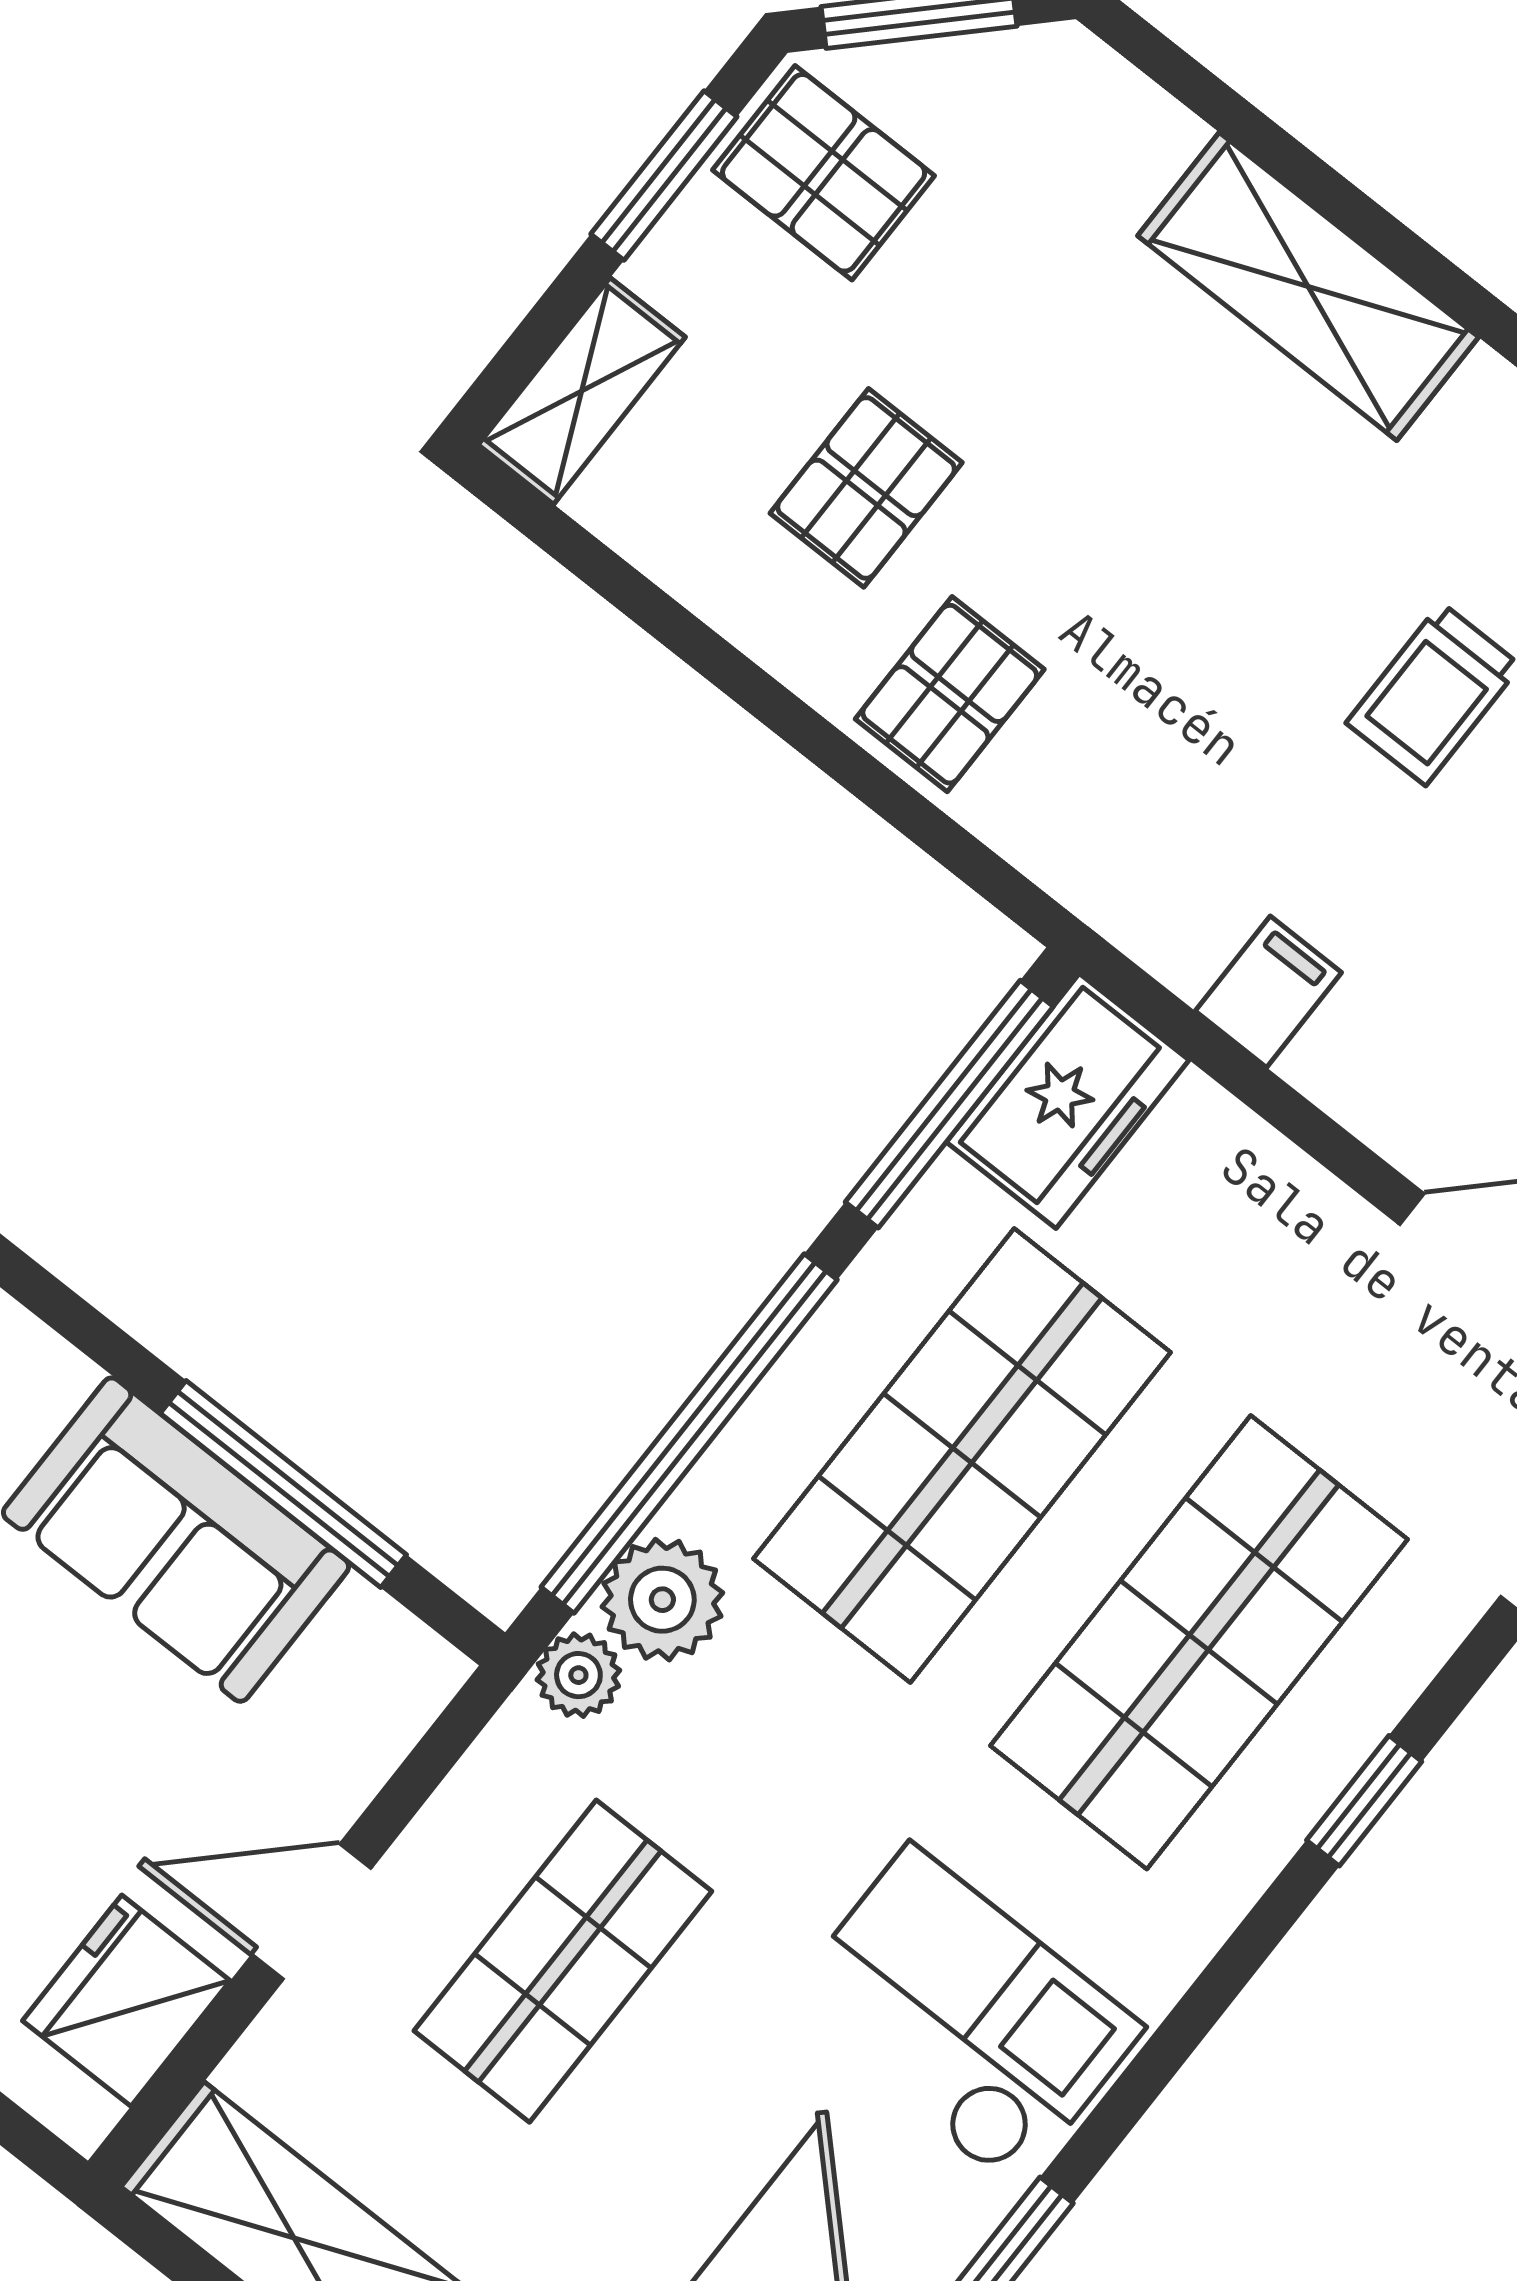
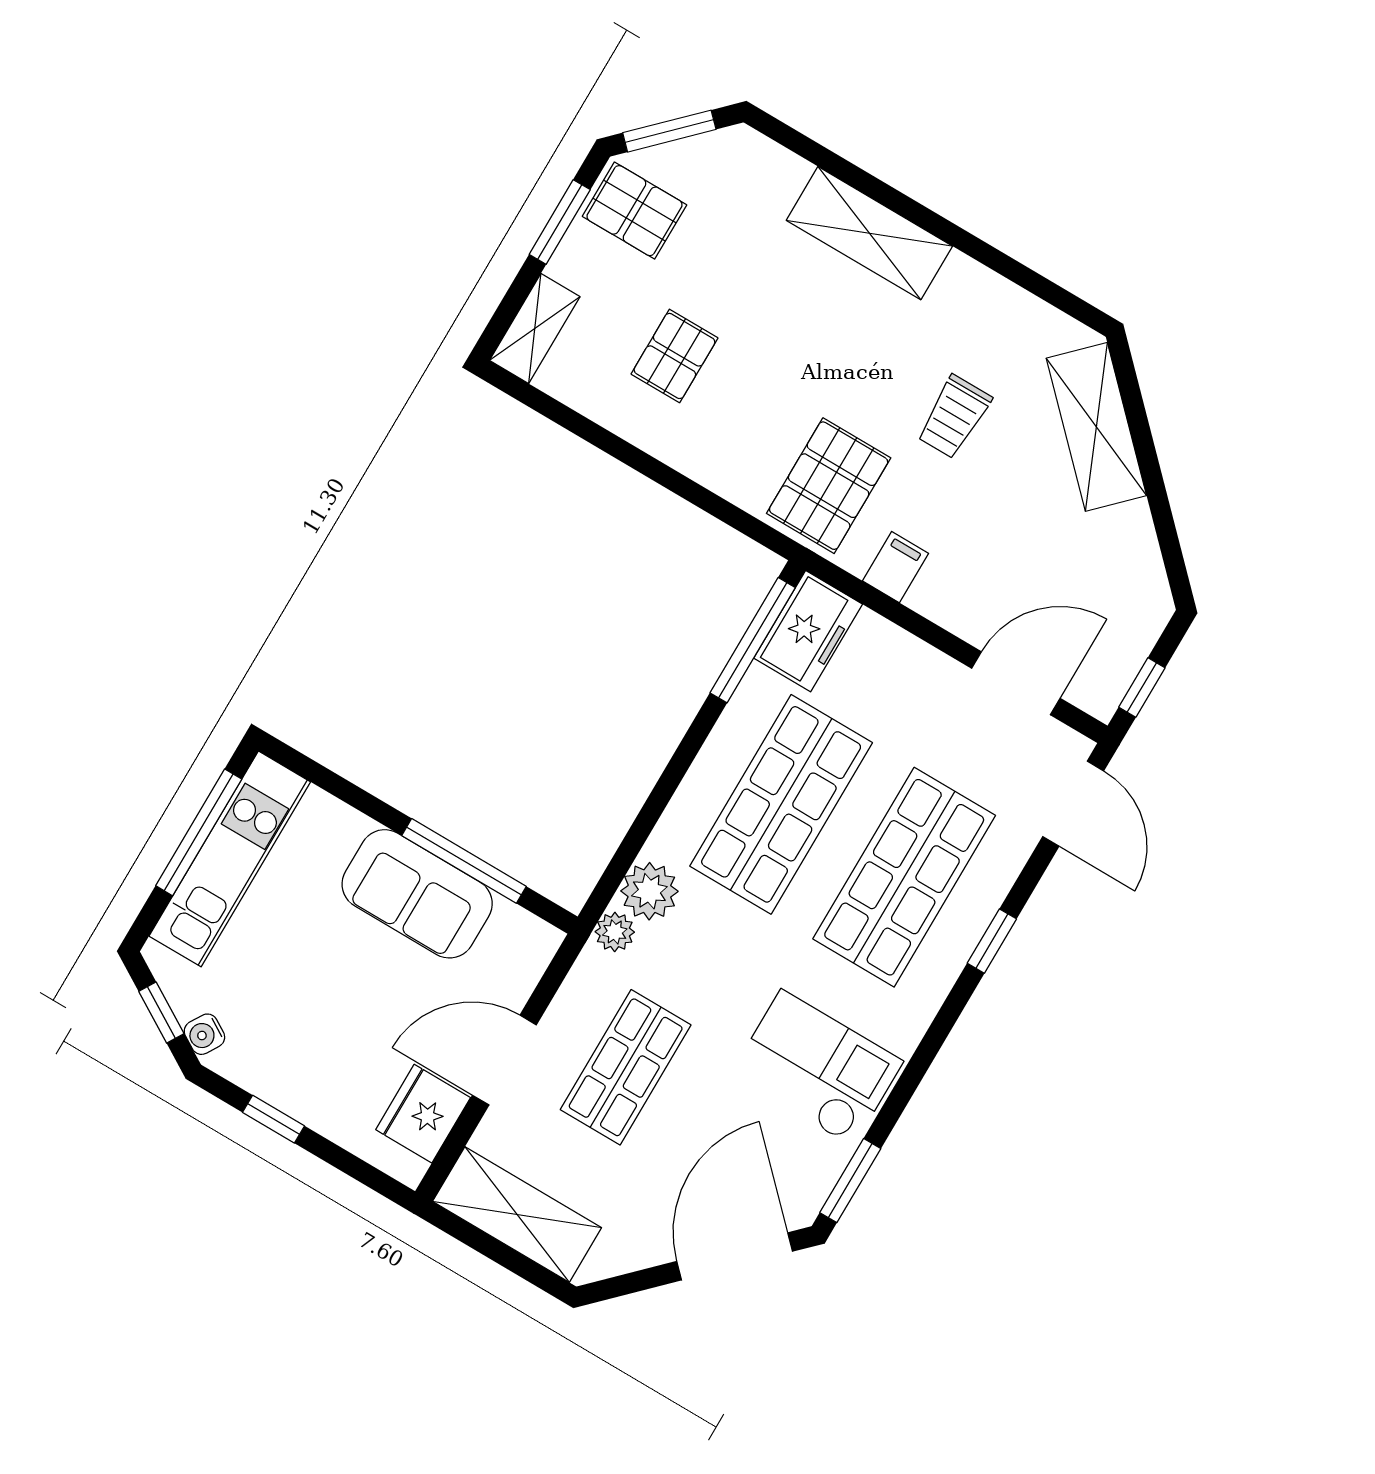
pallet: (950, 694) -> (829, 486), moved, width x1.50, depth x1.42
window: (689, 1433) -> (651, 811), removed
door: (312, 1912) -> (504, 1060), width x1.38

